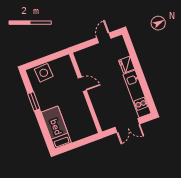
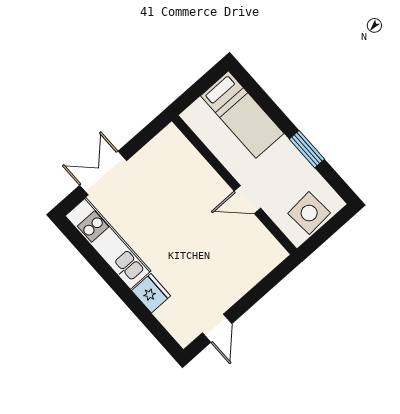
door: (82, 84) -> (247, 200), moved
wall: (86, 93) -> (234, 185), moved

